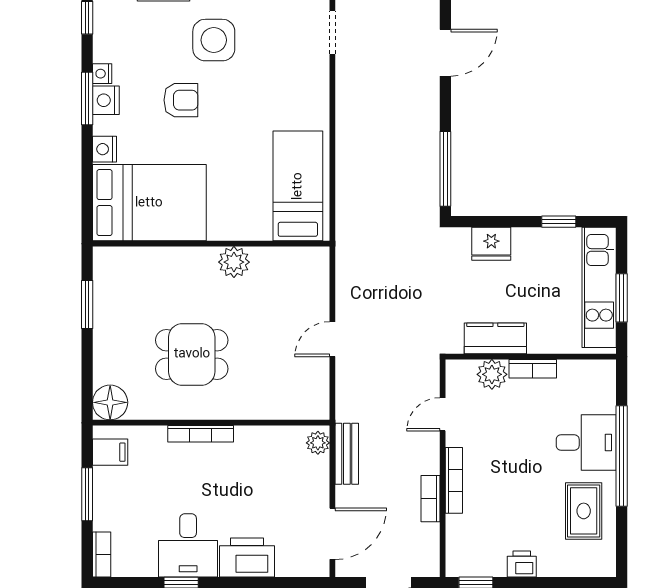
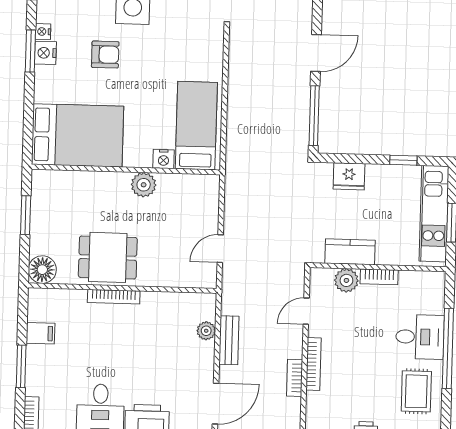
door: (445, 53) -> (316, 53), moved
nightstand: (104, 149) -> (163, 159), moved, turned -90
floor lamp: (110, 402) -> (42, 270), moved
wall: (211, 423) -> (122, 288), moved
bookcase: (201, 434) -> (114, 297), moved

